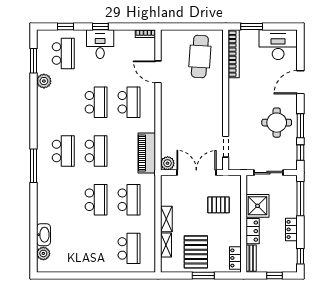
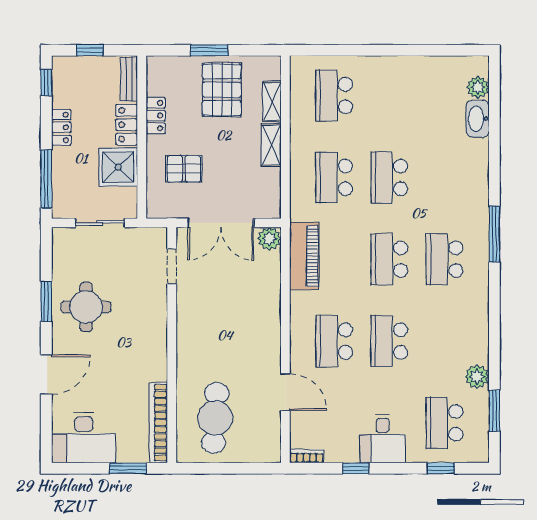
window: (100, 27) -> (356, 468), moved
window: (300, 153) -> (46, 256), removed
locker: (235, 258) -> (156, 116), moved

